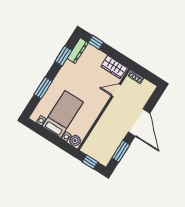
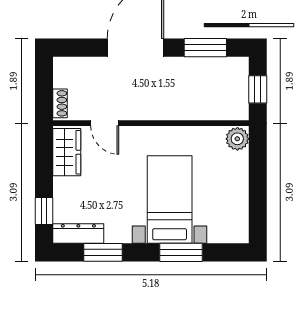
bed with nightstands: (63, 114) -> (170, 200), moved, turned 90

